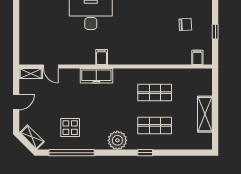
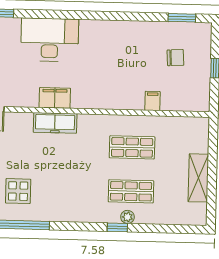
filing cabinet: (102, 57) -> (55, 98), width x2.00
filing cabinet: (197, 57) -> (153, 101), moved
plant: (117, 140) -> (128, 217), moved, width x0.53, depth x0.53

